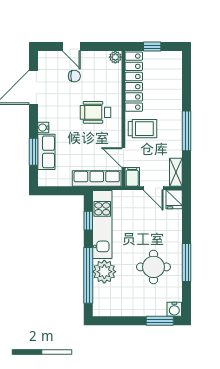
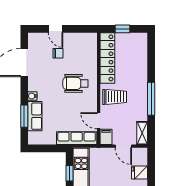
plant: (115, 57) -> (92, 38), removed
fridge: (174, 199) -> (140, 173), moved, turned 90

